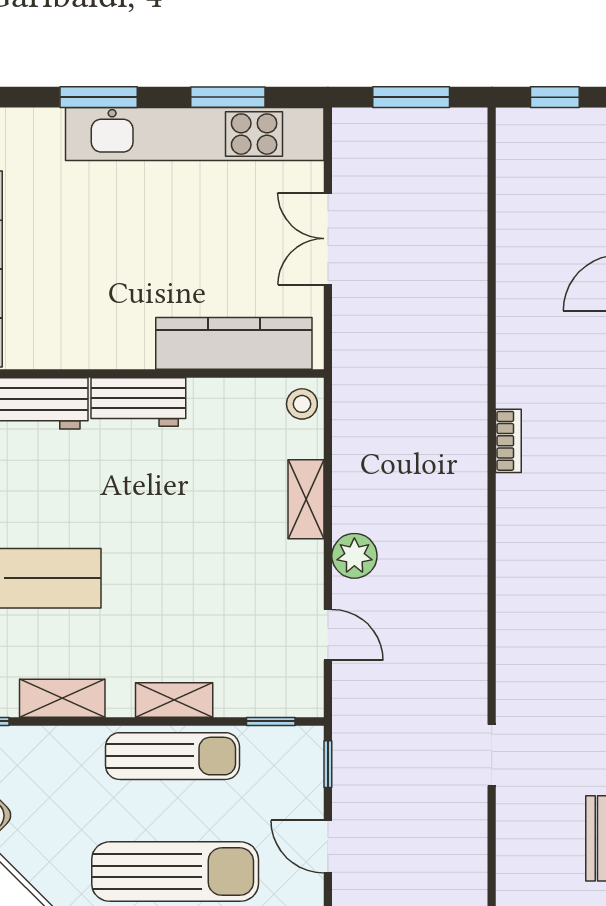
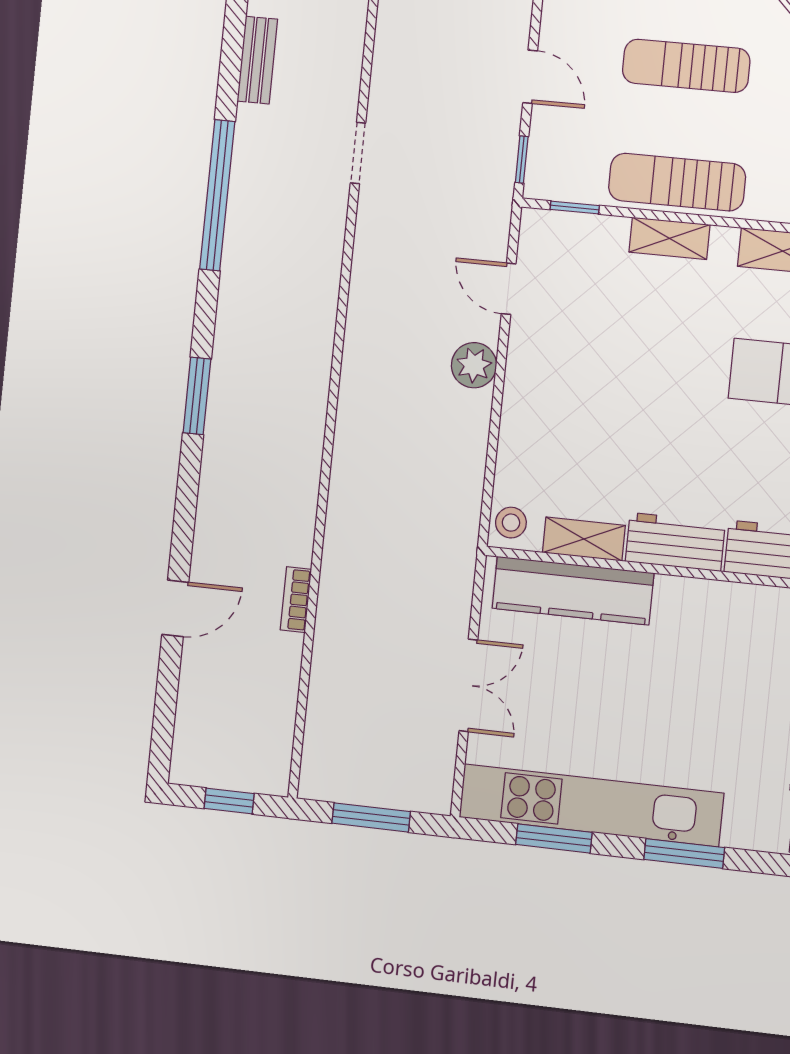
bookcase: (508, 441) -> (296, 600), moved
shelving: (306, 499) -> (584, 539), moved, turned 90
sun lounger: (175, 872) -> (686, 66), width x0.73, depth x0.75

